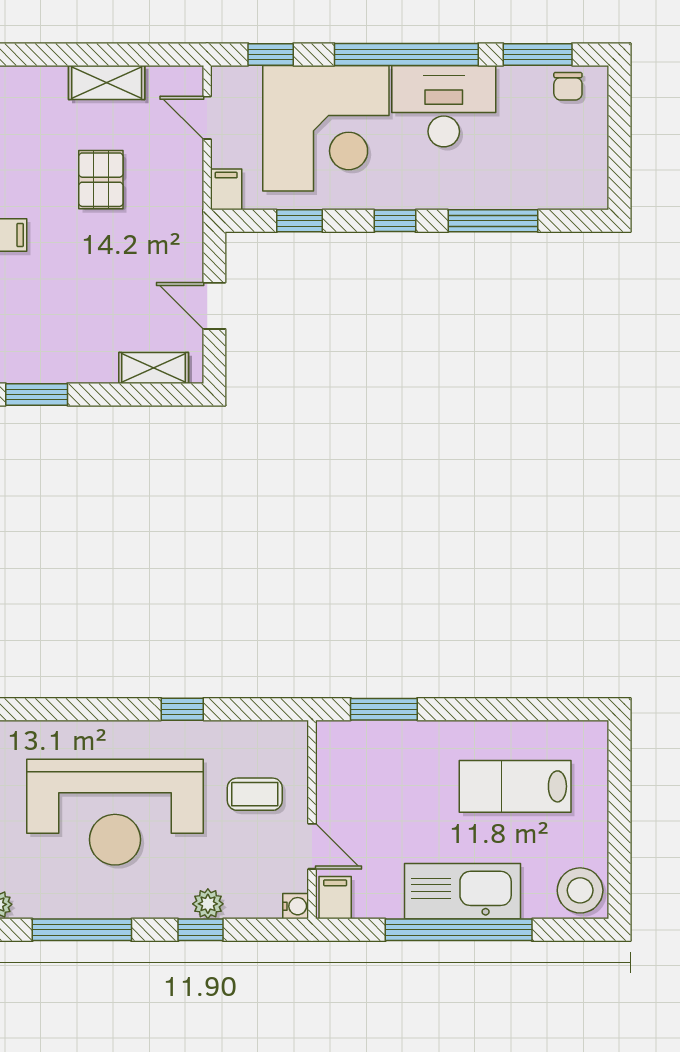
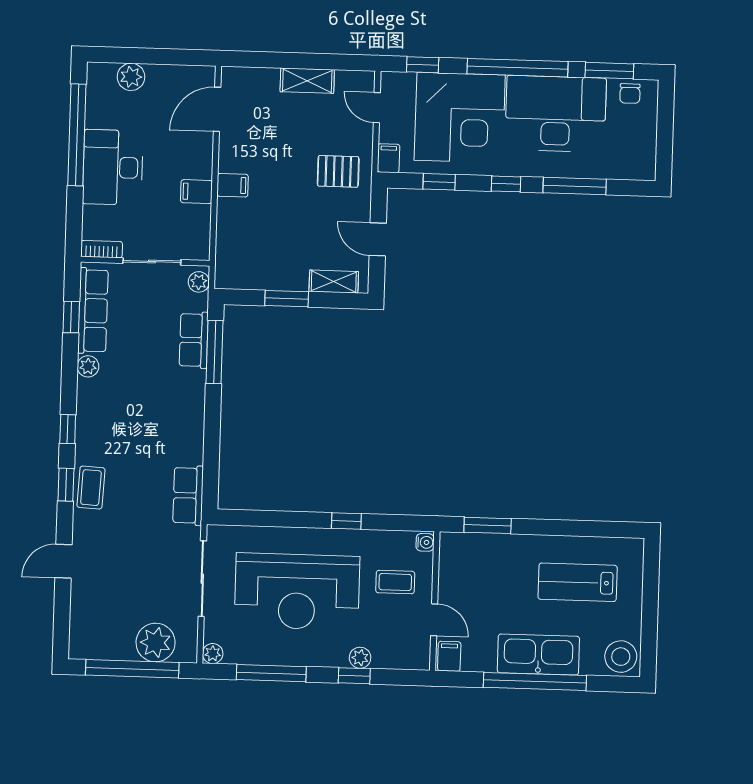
desk: (444, 106) -> (556, 114), width x1.36, depth x1.30
pallet: (101, 180) -> (338, 171), moved, turned 90
window: (37, 394) -> (287, 299), moved
water cooler: (296, 906) -> (425, 542), moved

